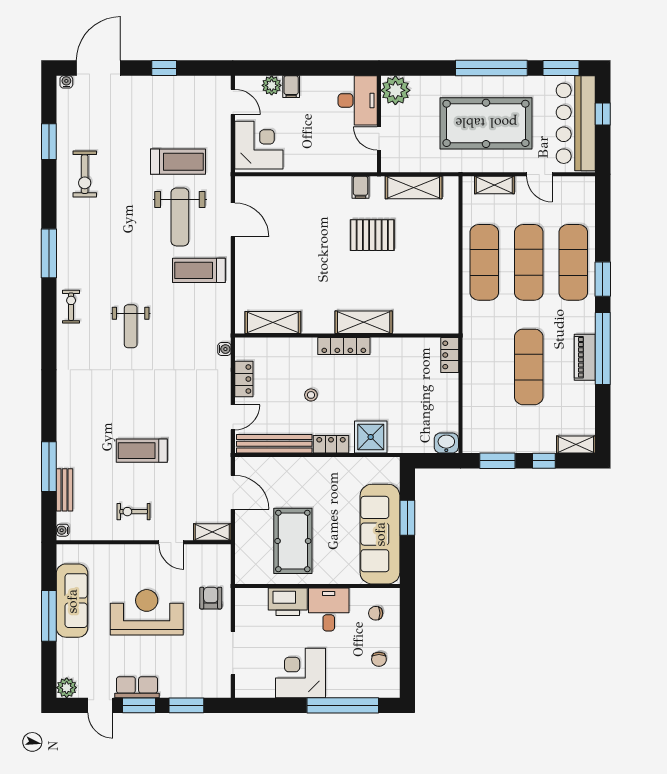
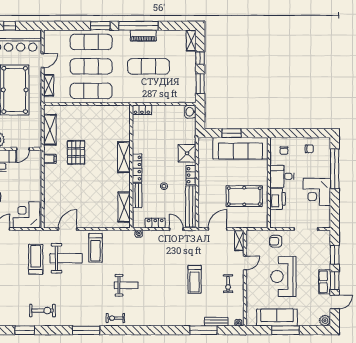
bench: (294, 346) -> (137, 195), added

